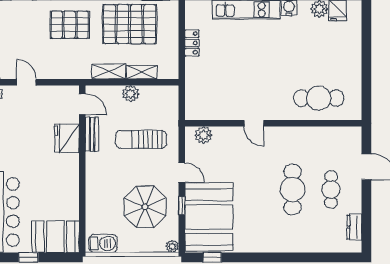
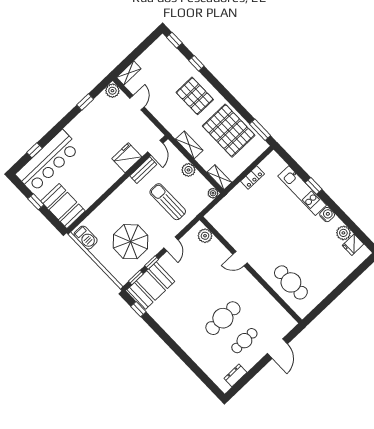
shelving: (142, 72) -> (219, 177), moved
door: (254, 123) -> (240, 259), hinge flipped
booth: (209, 217) -> (151, 286), width x0.73, depth x0.70
window: (182, 233) -> (136, 278), added
plant: (172, 246) -> (213, 193), moved

